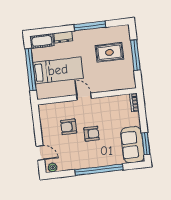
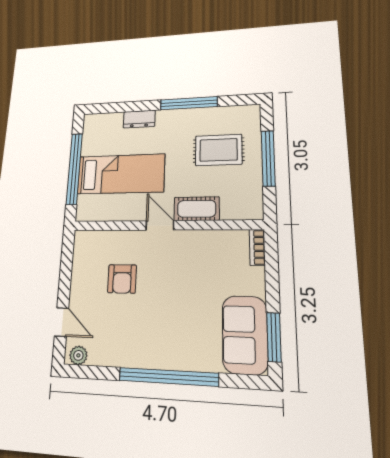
cot: (42, 41) -> (197, 209), moved
armchair: (69, 127) -> (122, 279), turned -90
armchair: (91, 134) -> (164, 299), removed

